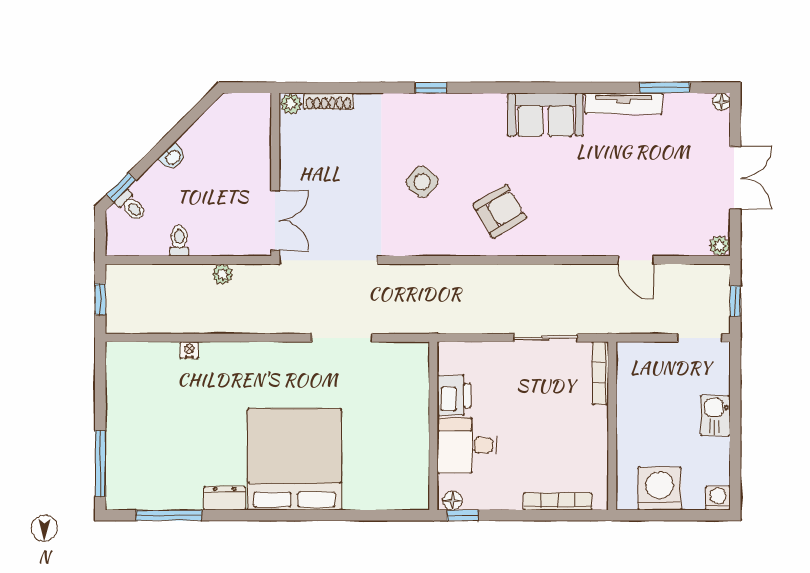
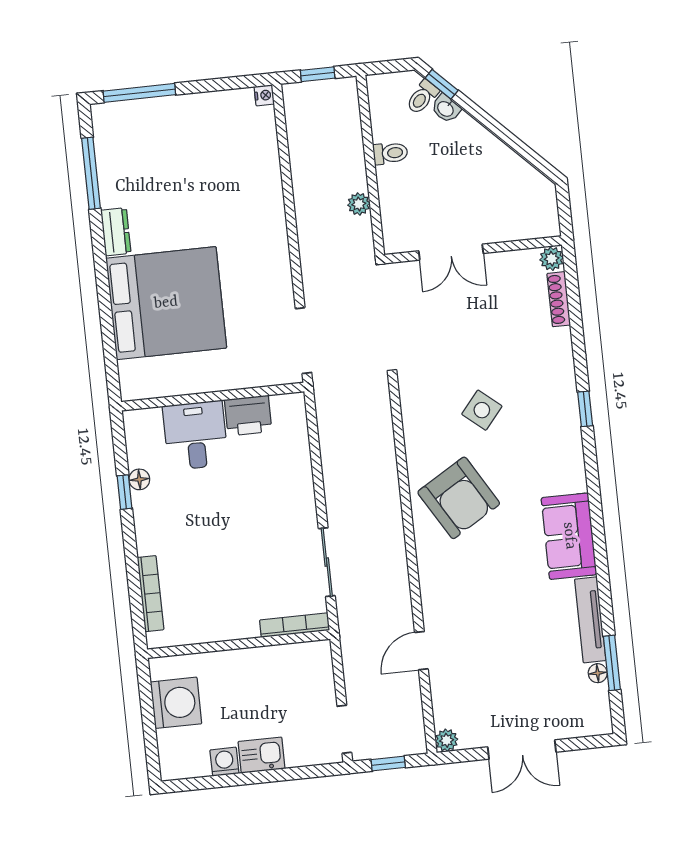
floor lamp: (721, 102) -> (598, 673), moved
washbasin: (173, 157) -> (446, 108), moved
armchair: (500, 211) -> (459, 498), width x1.36, depth x1.36
double door: (275, 220) -> (451, 252), moved
nightstand: (189, 350) -> (264, 95), moved
printer: (454, 395) -> (248, 416), moved
wall: (433, 426) -> (213, 397), moved
desk: (467, 445) -> (195, 435), moved
washing machine: (718, 498) -> (224, 762), moved, turned -90

